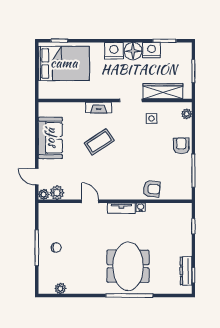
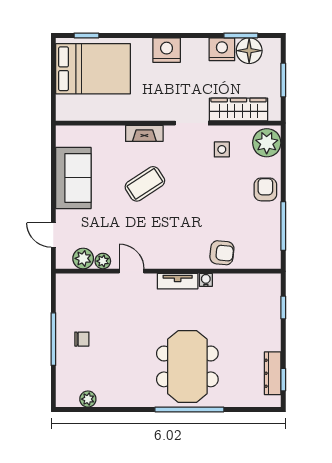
floor lamp: (133, 51) -> (249, 51), moved
plant: (187, 114) -> (267, 143), width x1.88, depth x1.88
plant: (44, 194) -> (103, 261), moved

